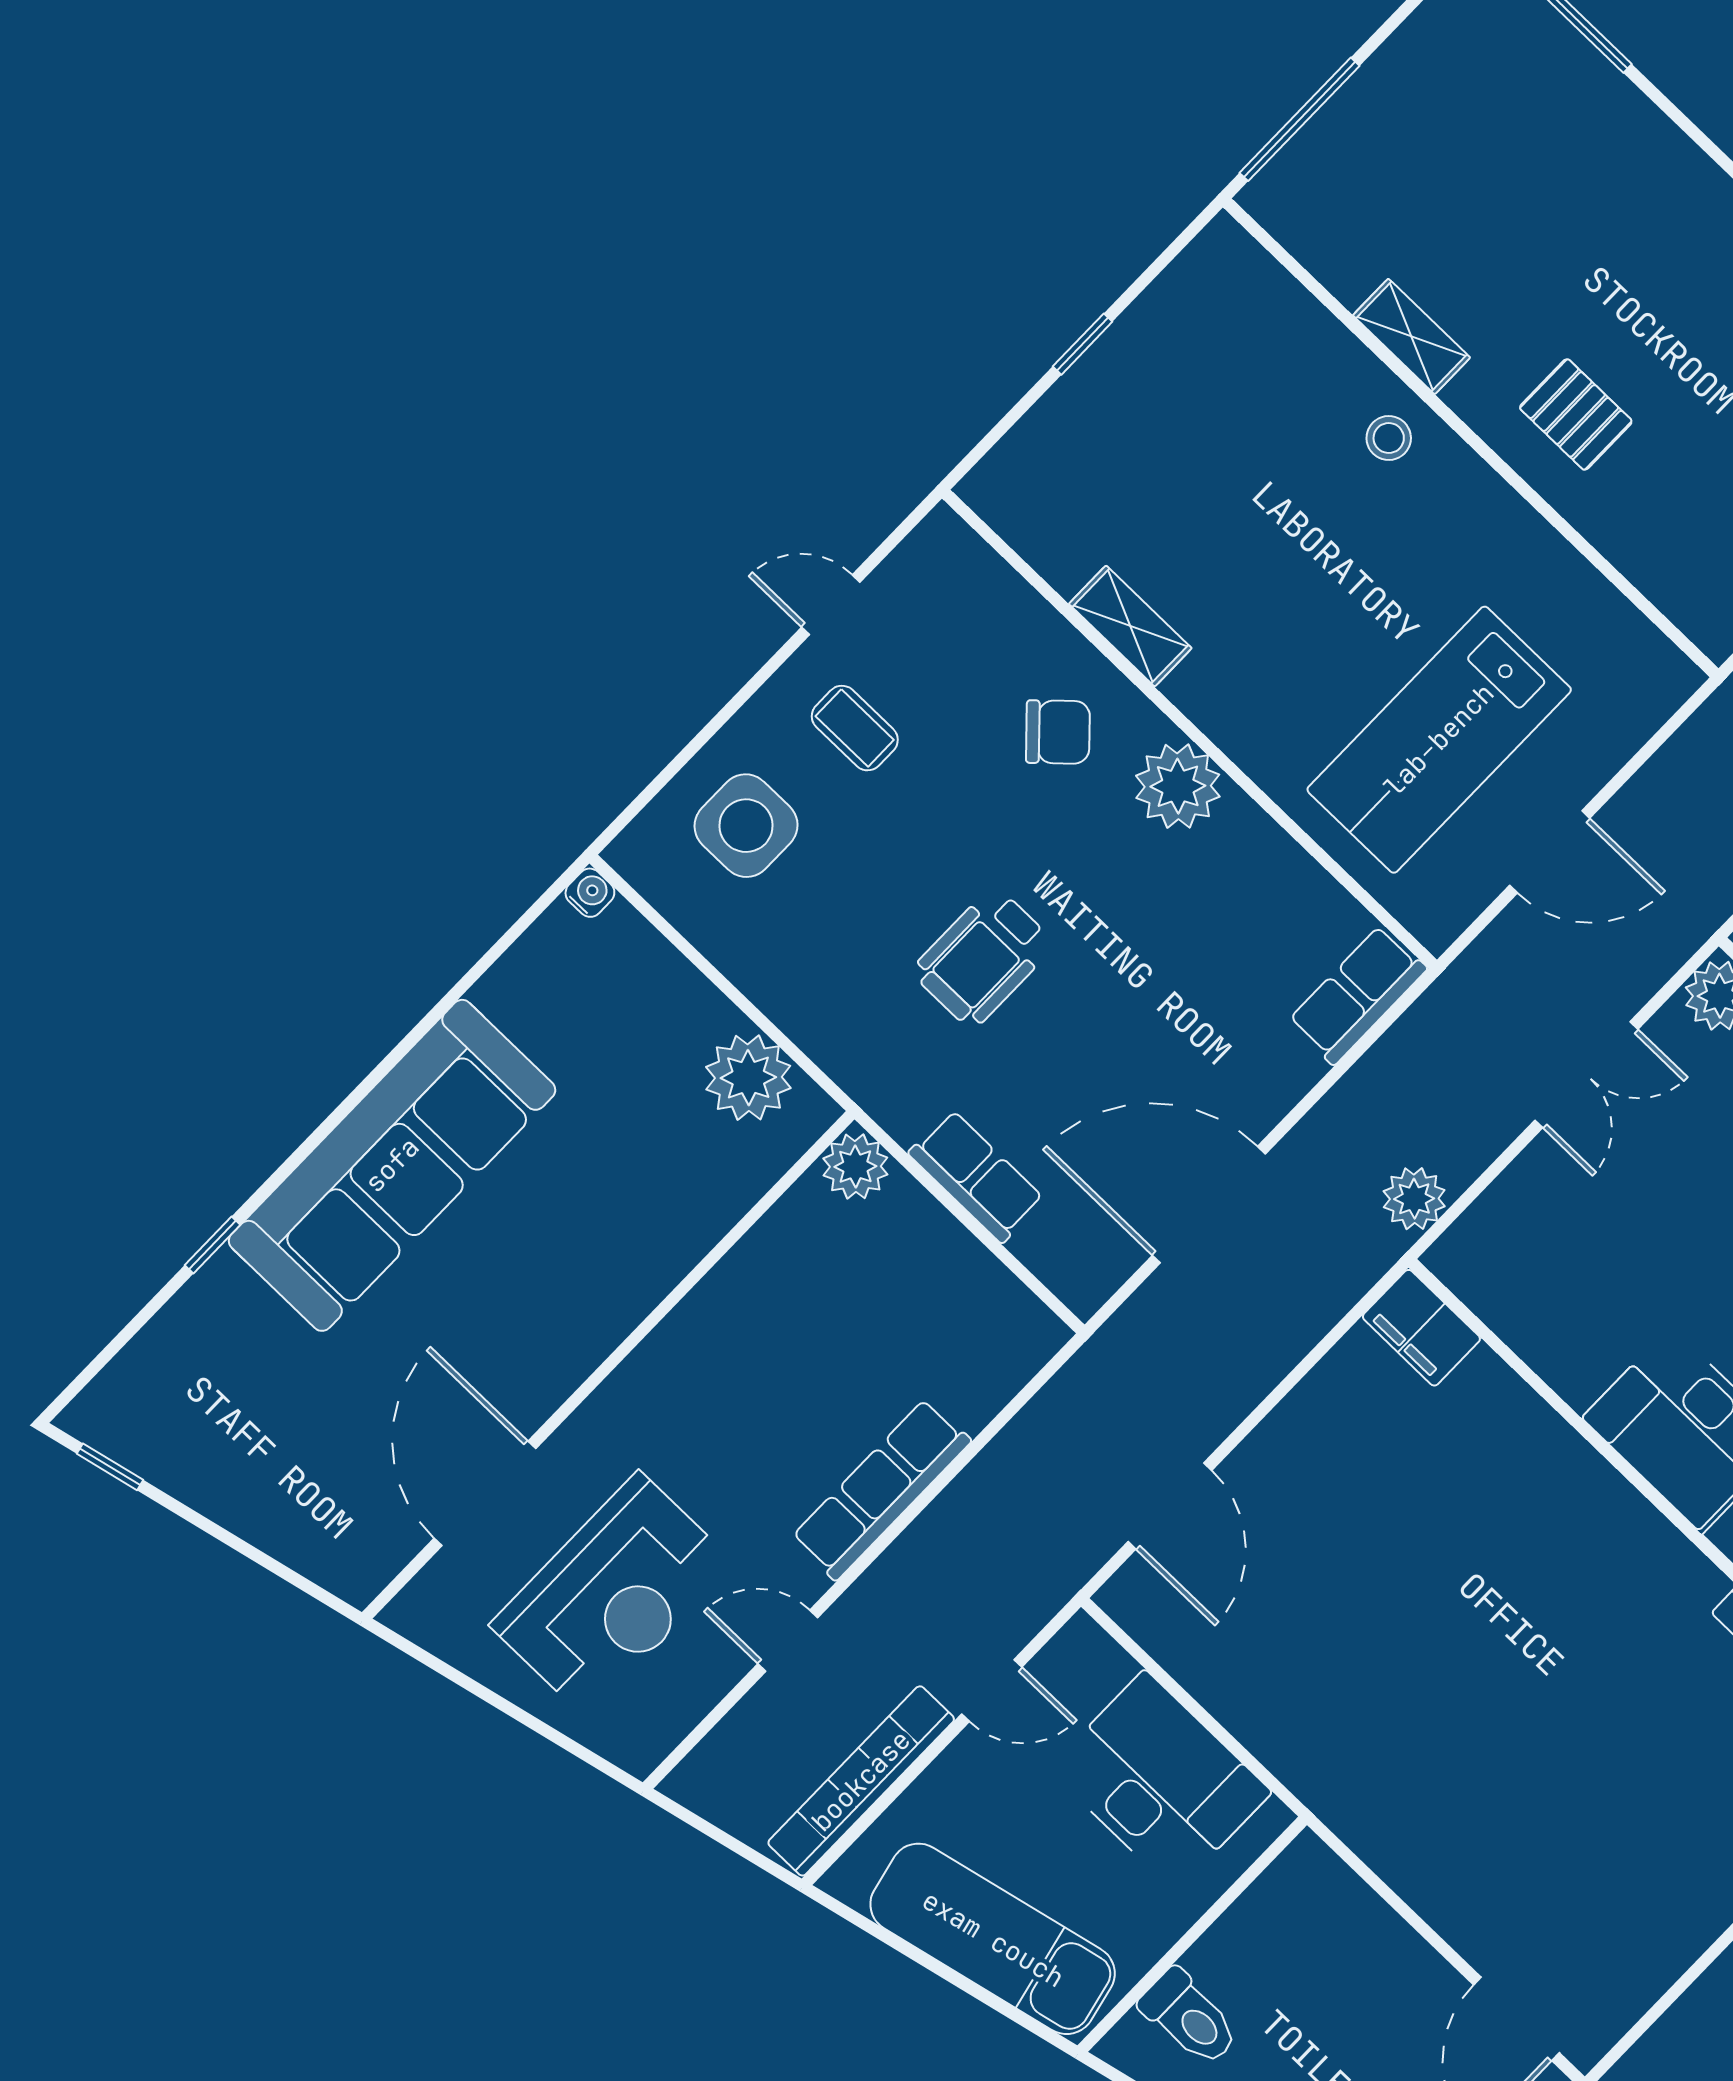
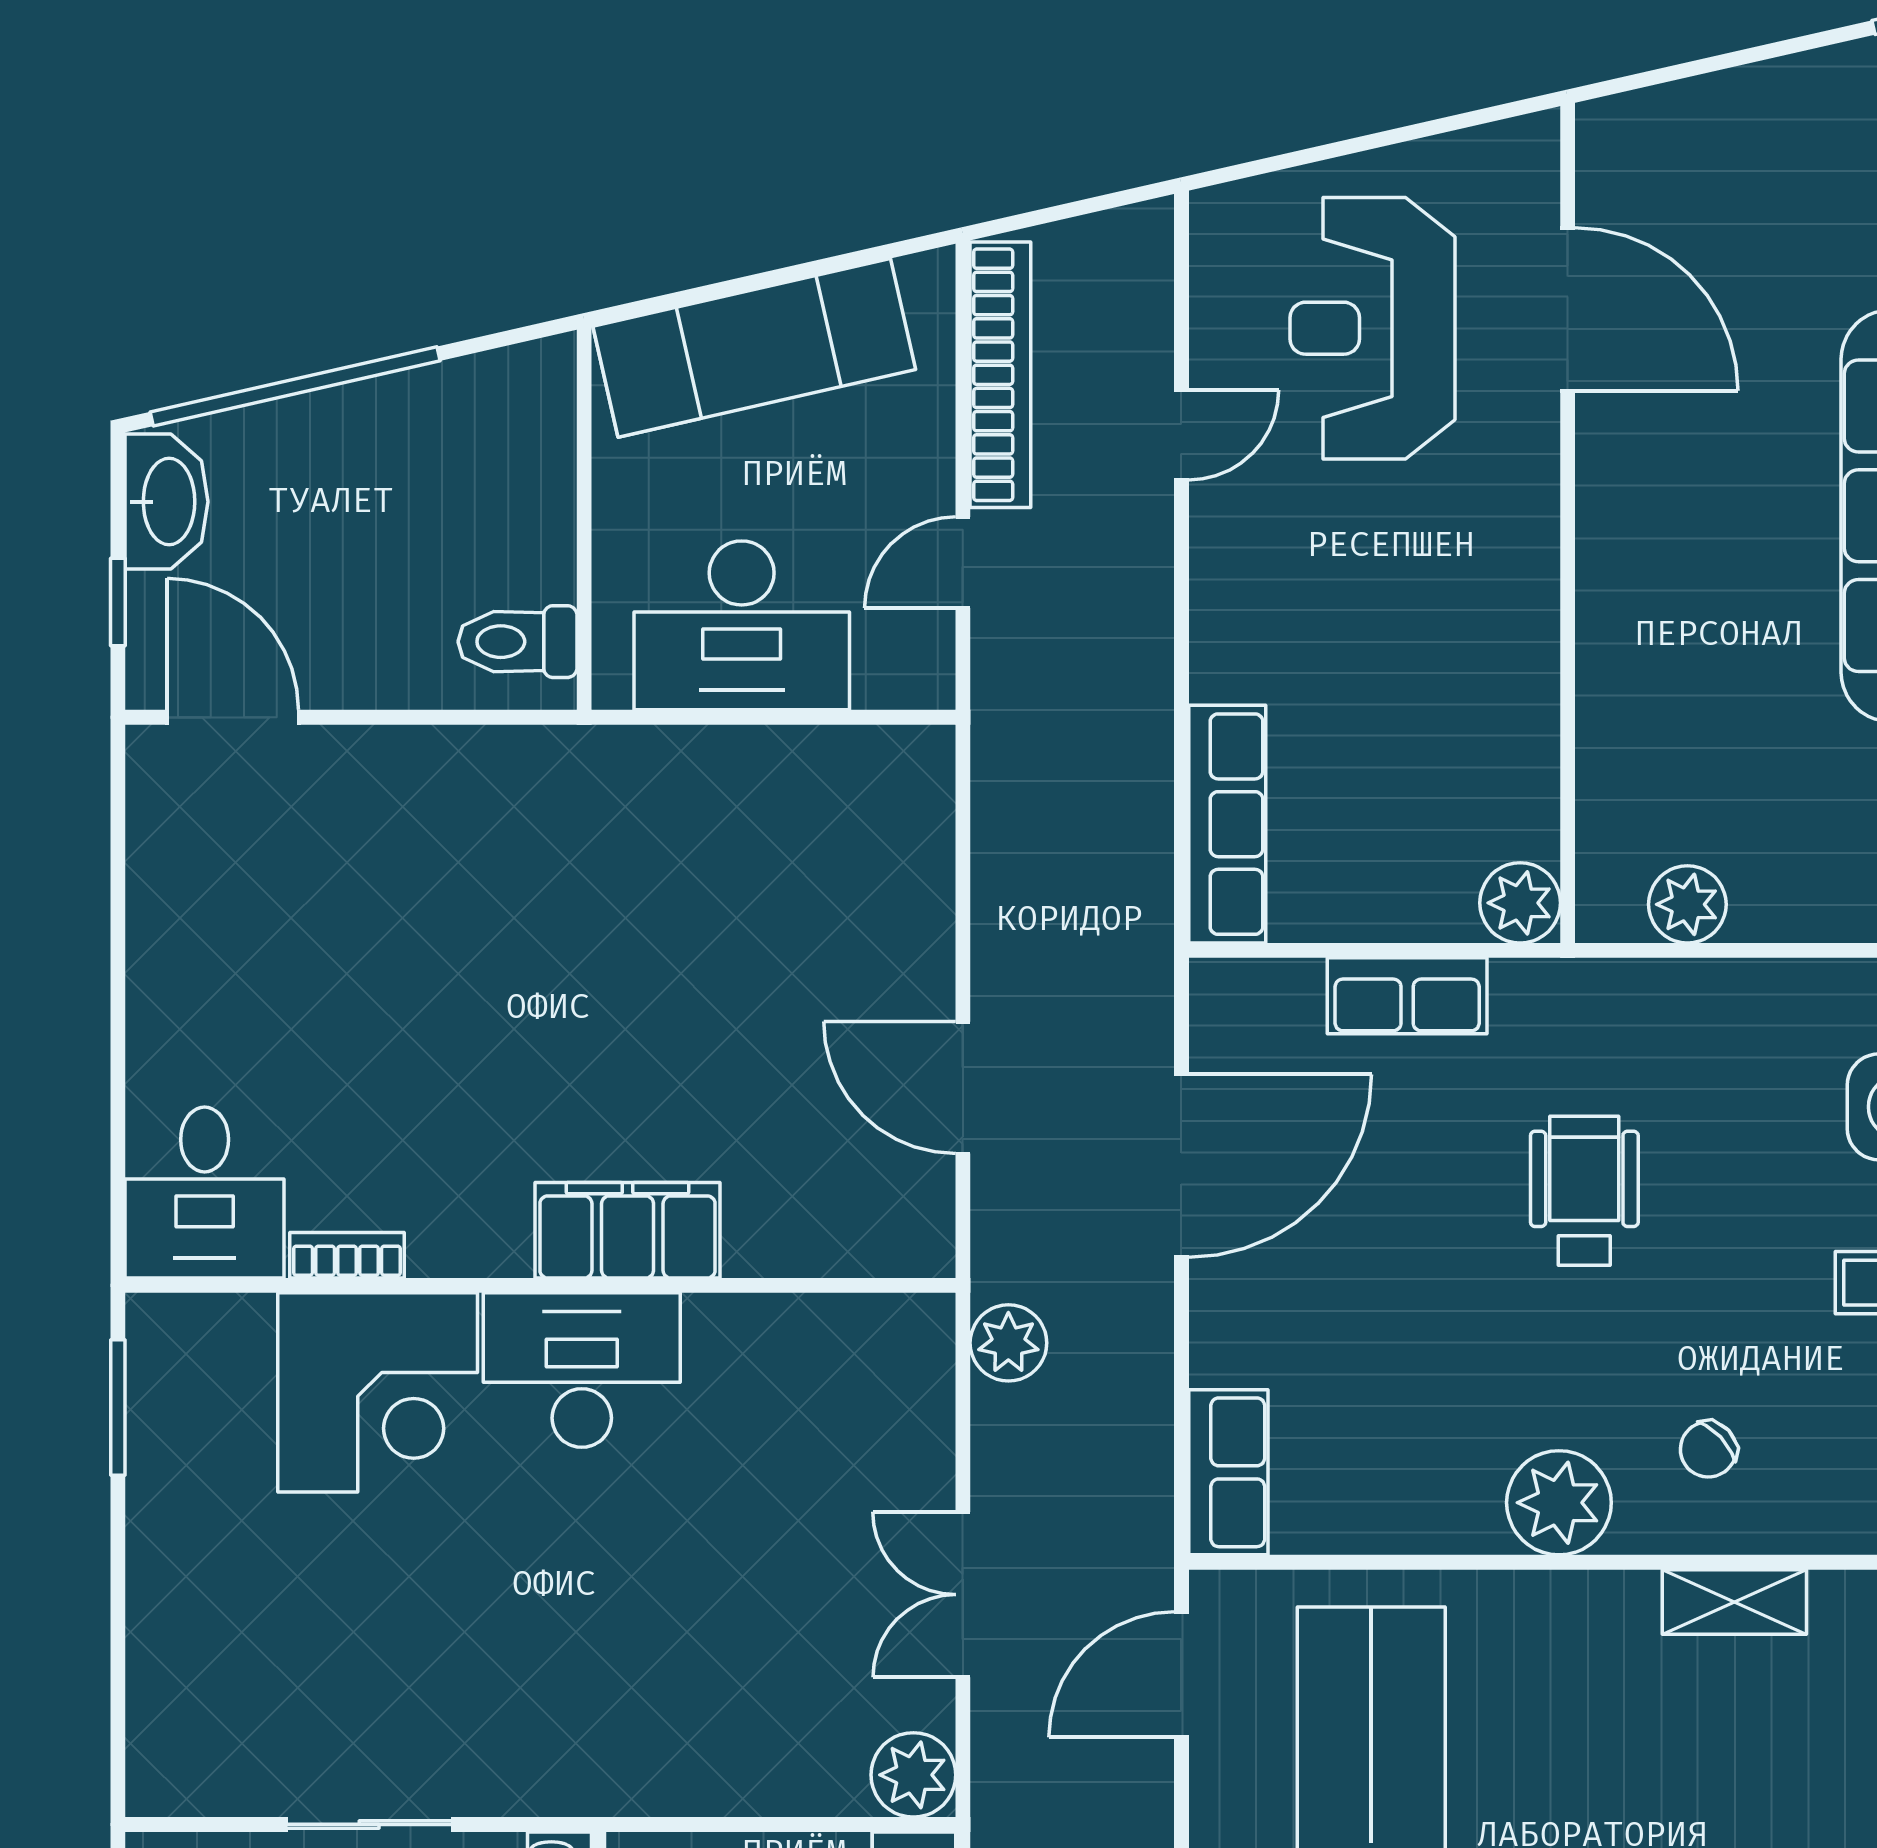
chair: (1058, 732) -> (1708, 1449), width x0.73, depth x0.73
door: (1550, 852) -> (1181, 1675), moved
plant: (748, 1078) -> (1687, 904), width x0.73, depth x0.73
filing cabinet: (1421, 1328) -> (628, 1230), moved, width x1.50, depth x1.17
row of seats: (881, 1489) -> (1227, 824), moved
door: (1170, 1506) -> (963, 1088), moved
toilet: (1190, 2018) -> (517, 642), moved

